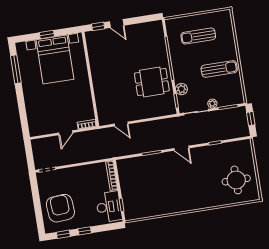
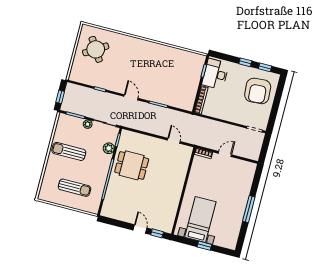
bed with nightstands: (55, 59) -> (200, 219), width x0.73
window: (16, 69) -> (249, 209), moved
round table: (236, 180) -> (96, 49), turned -32

